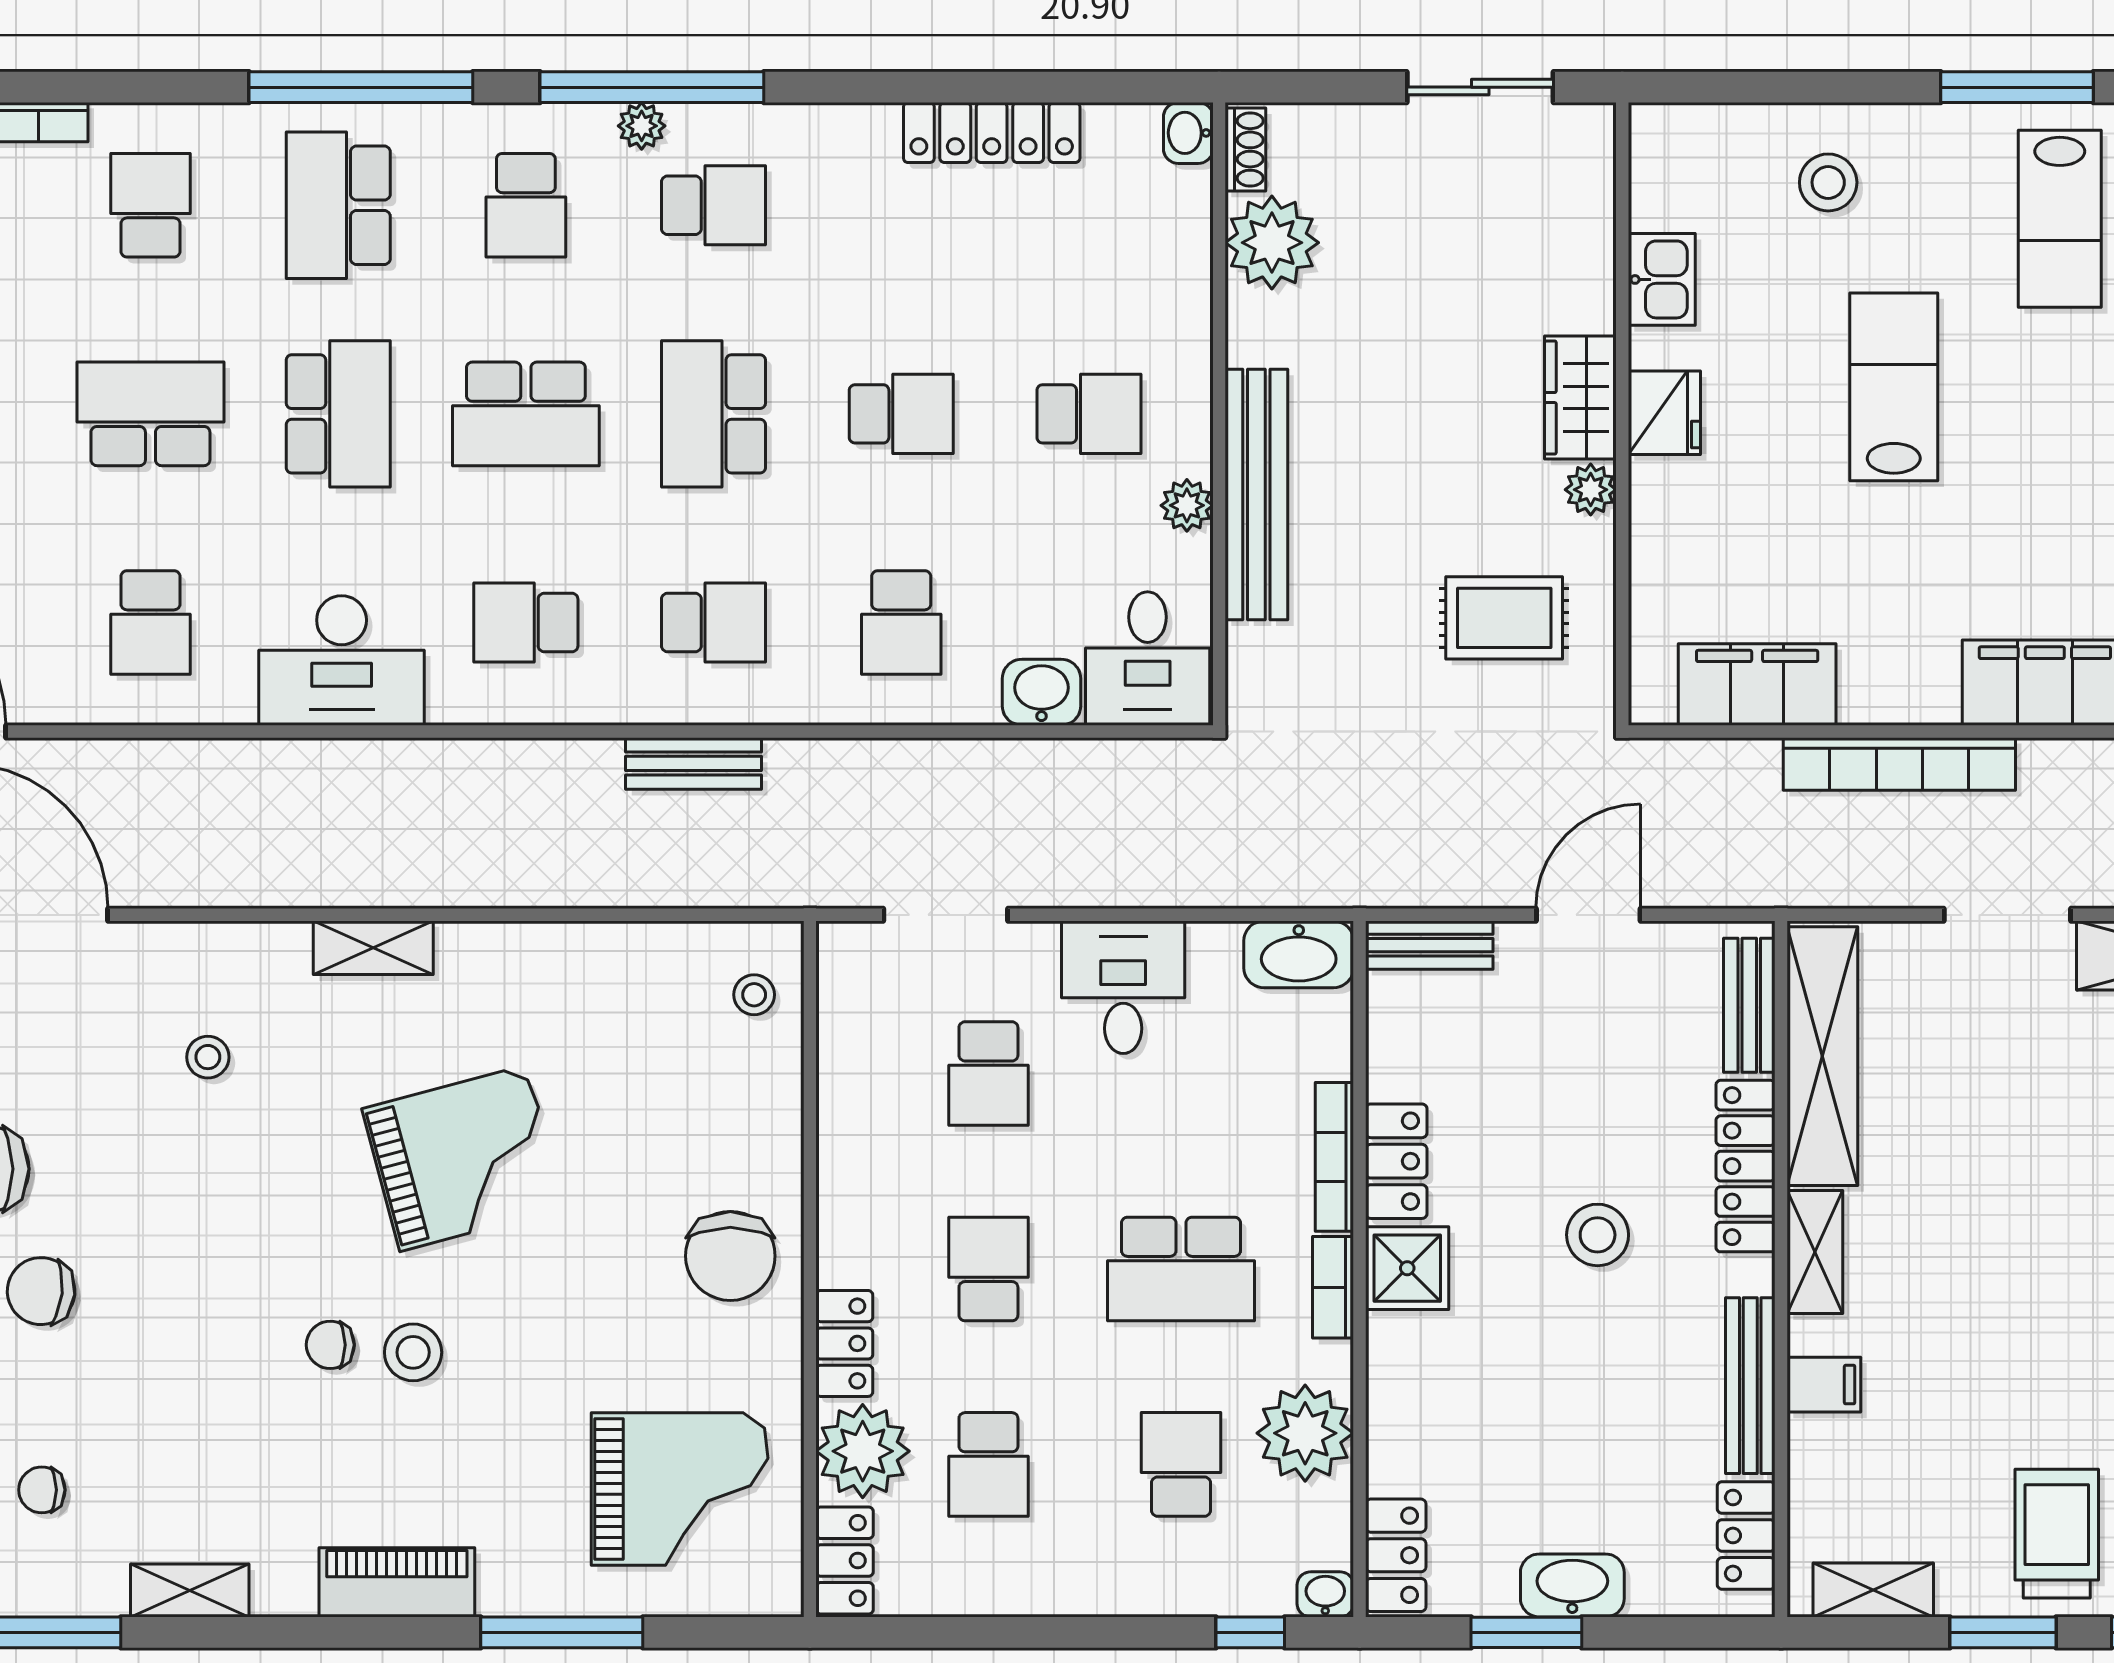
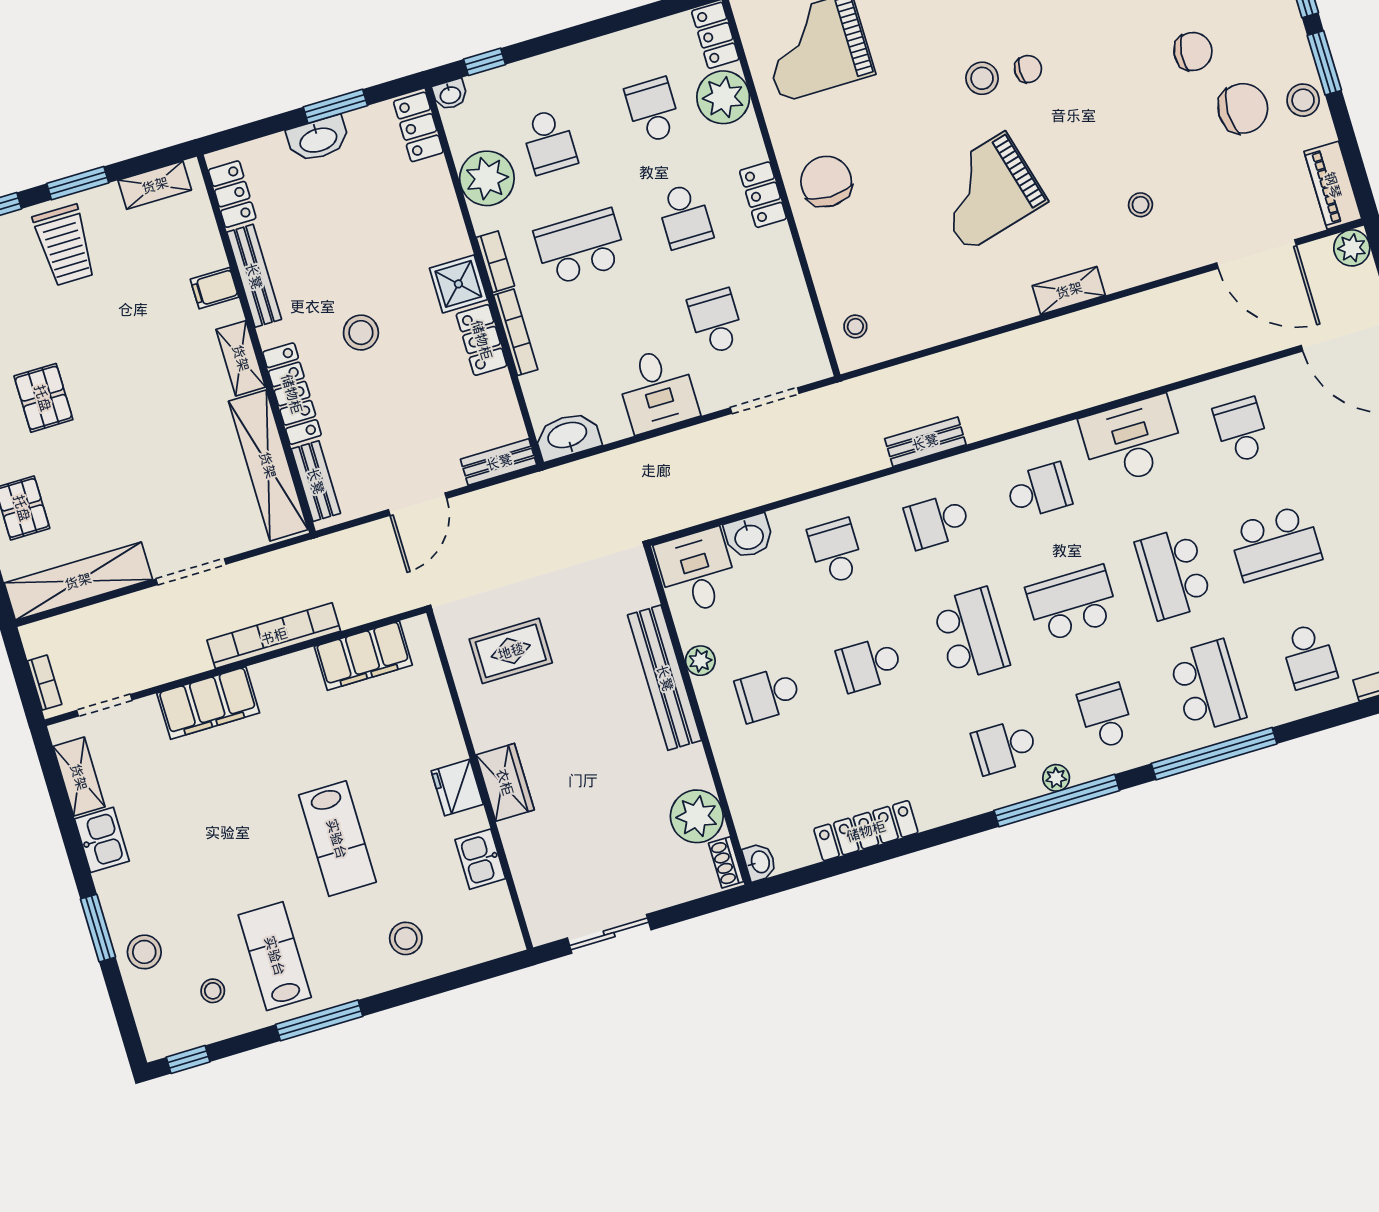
plant: (1591, 490) -> (485, 734), removed
locker: (844, 1343) -> (763, 195), moved

